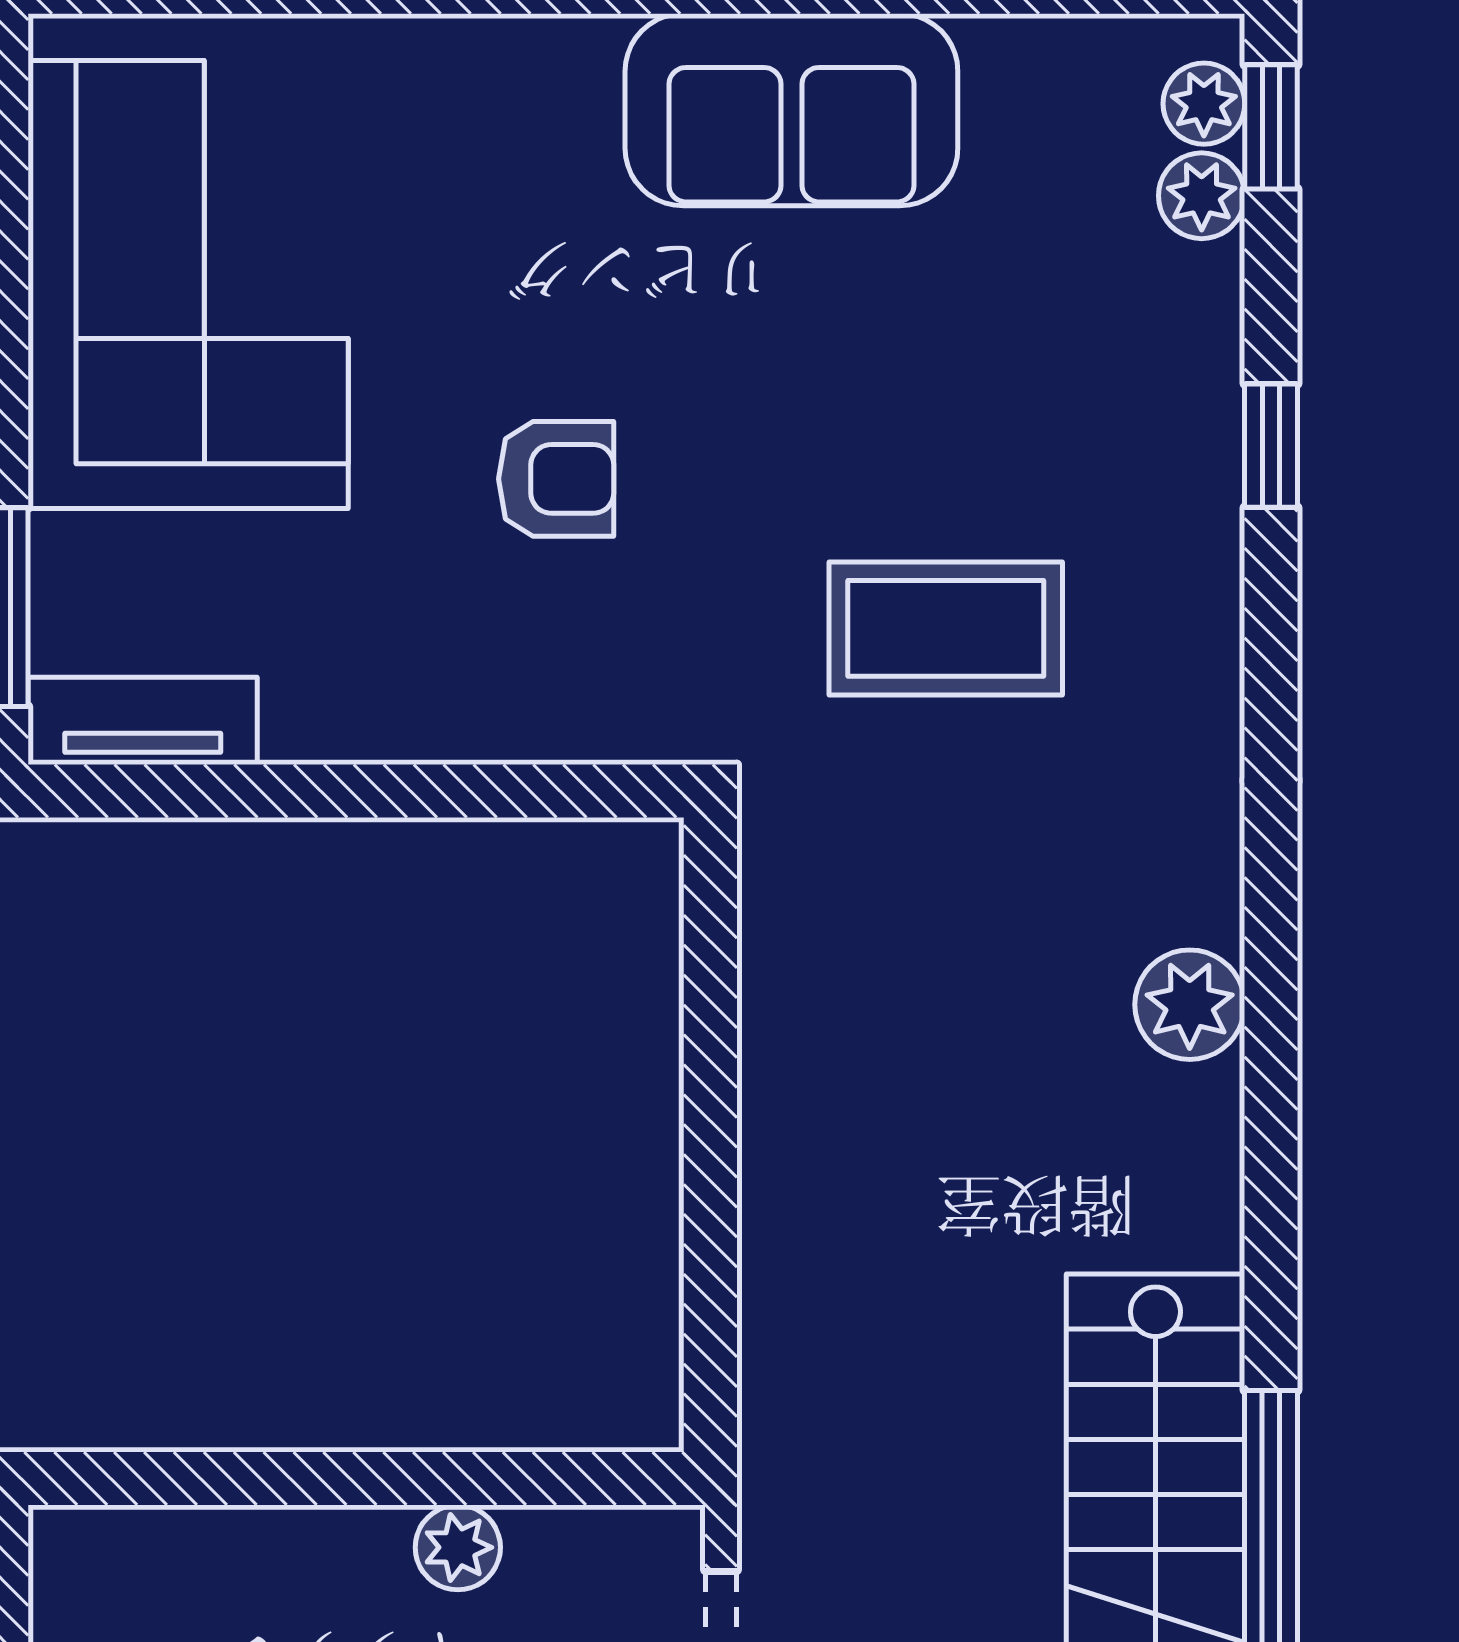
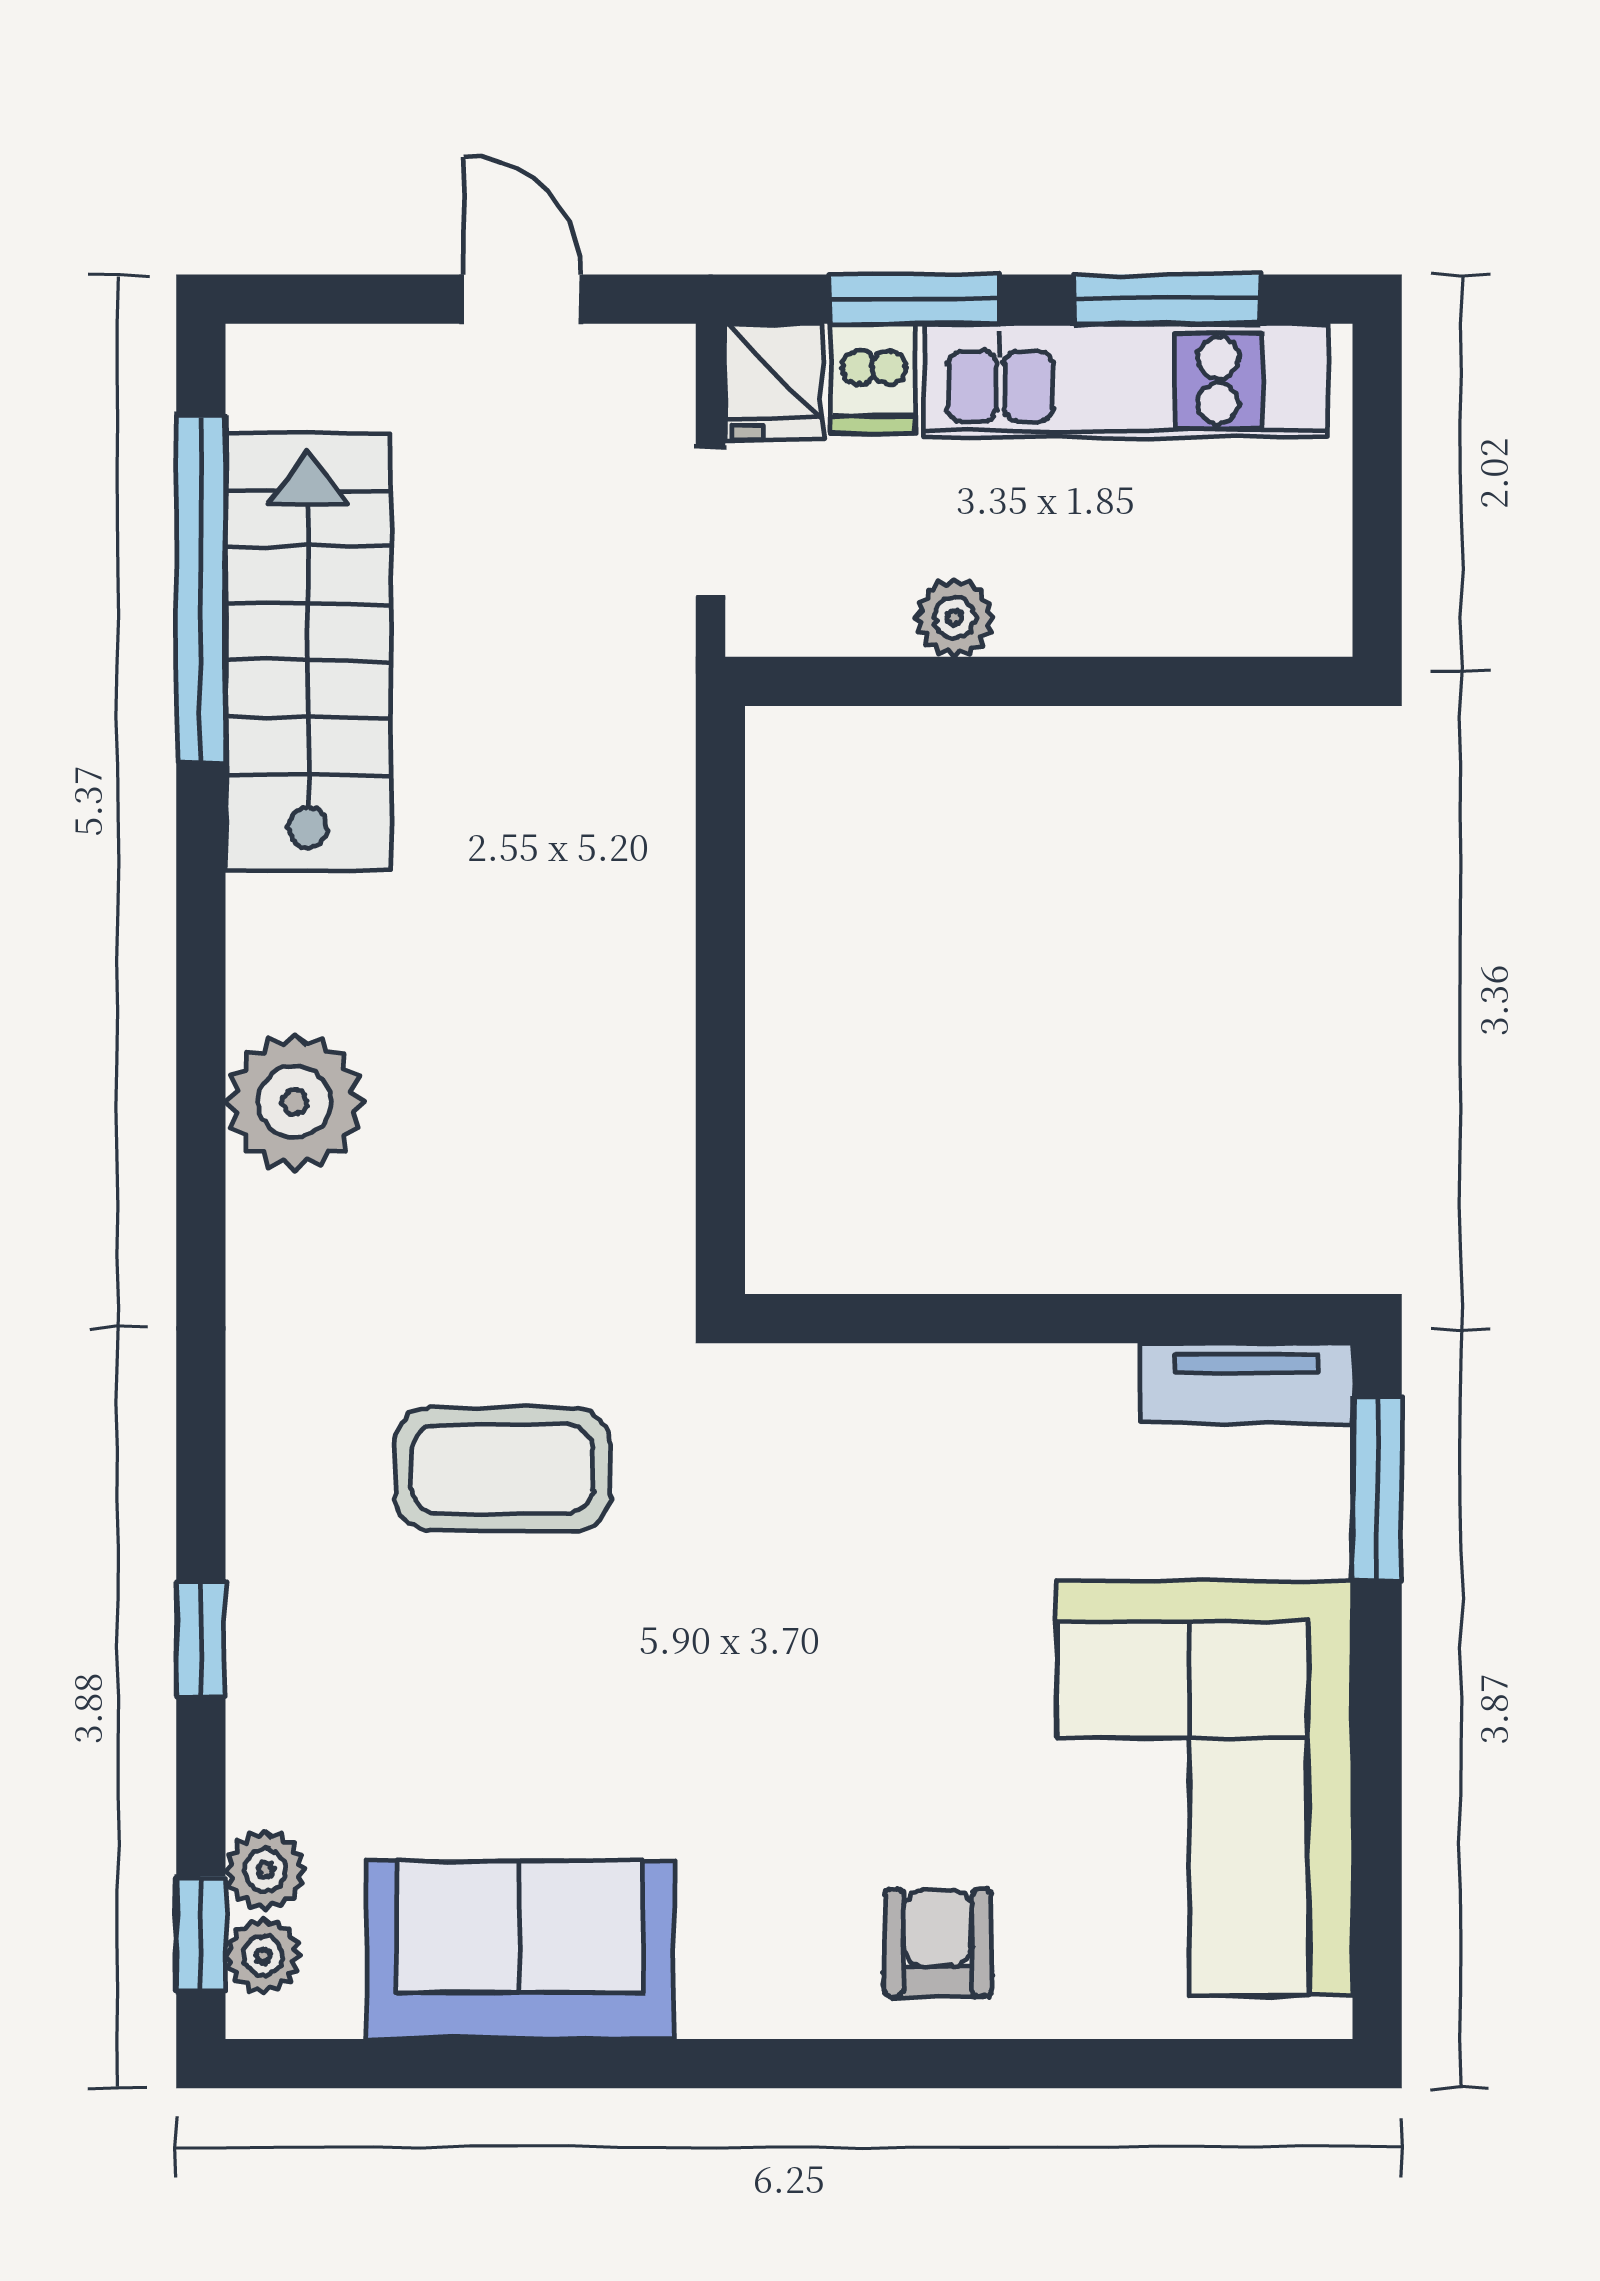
sofa: (791, 110) -> (520, 1950), moved
armchair: (556, 479) -> (938, 1943), moved, turned 90
plant: (1190, 1005) -> (295, 1102), width x1.36, depth x1.36

